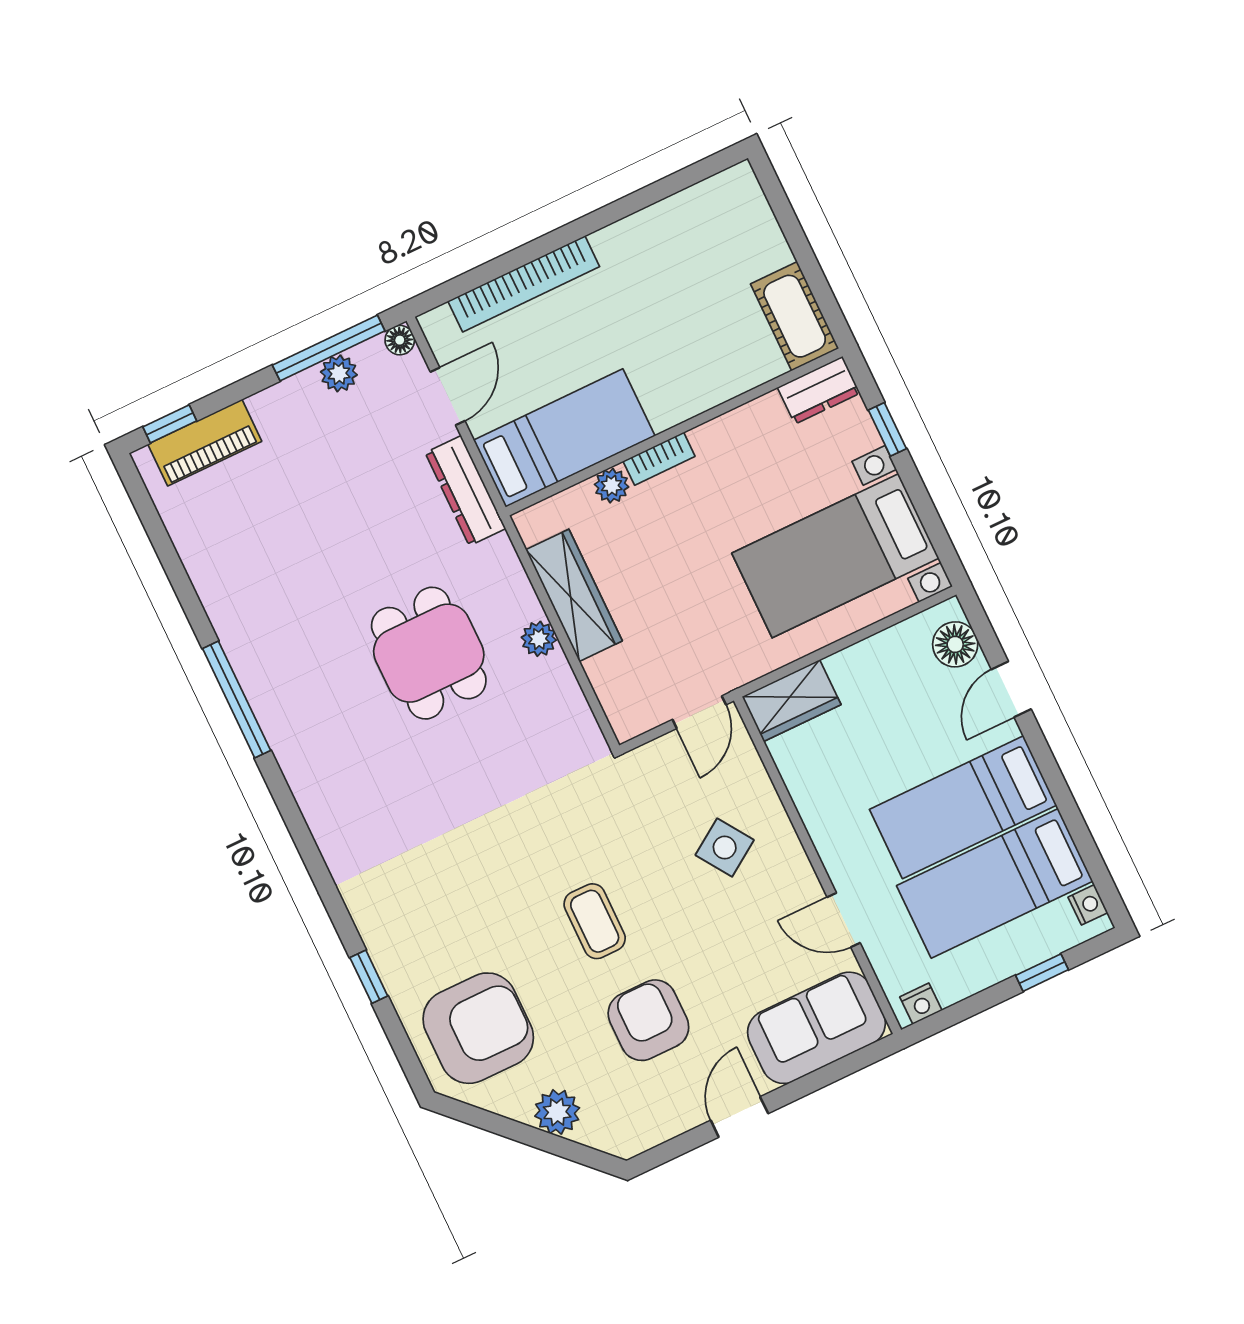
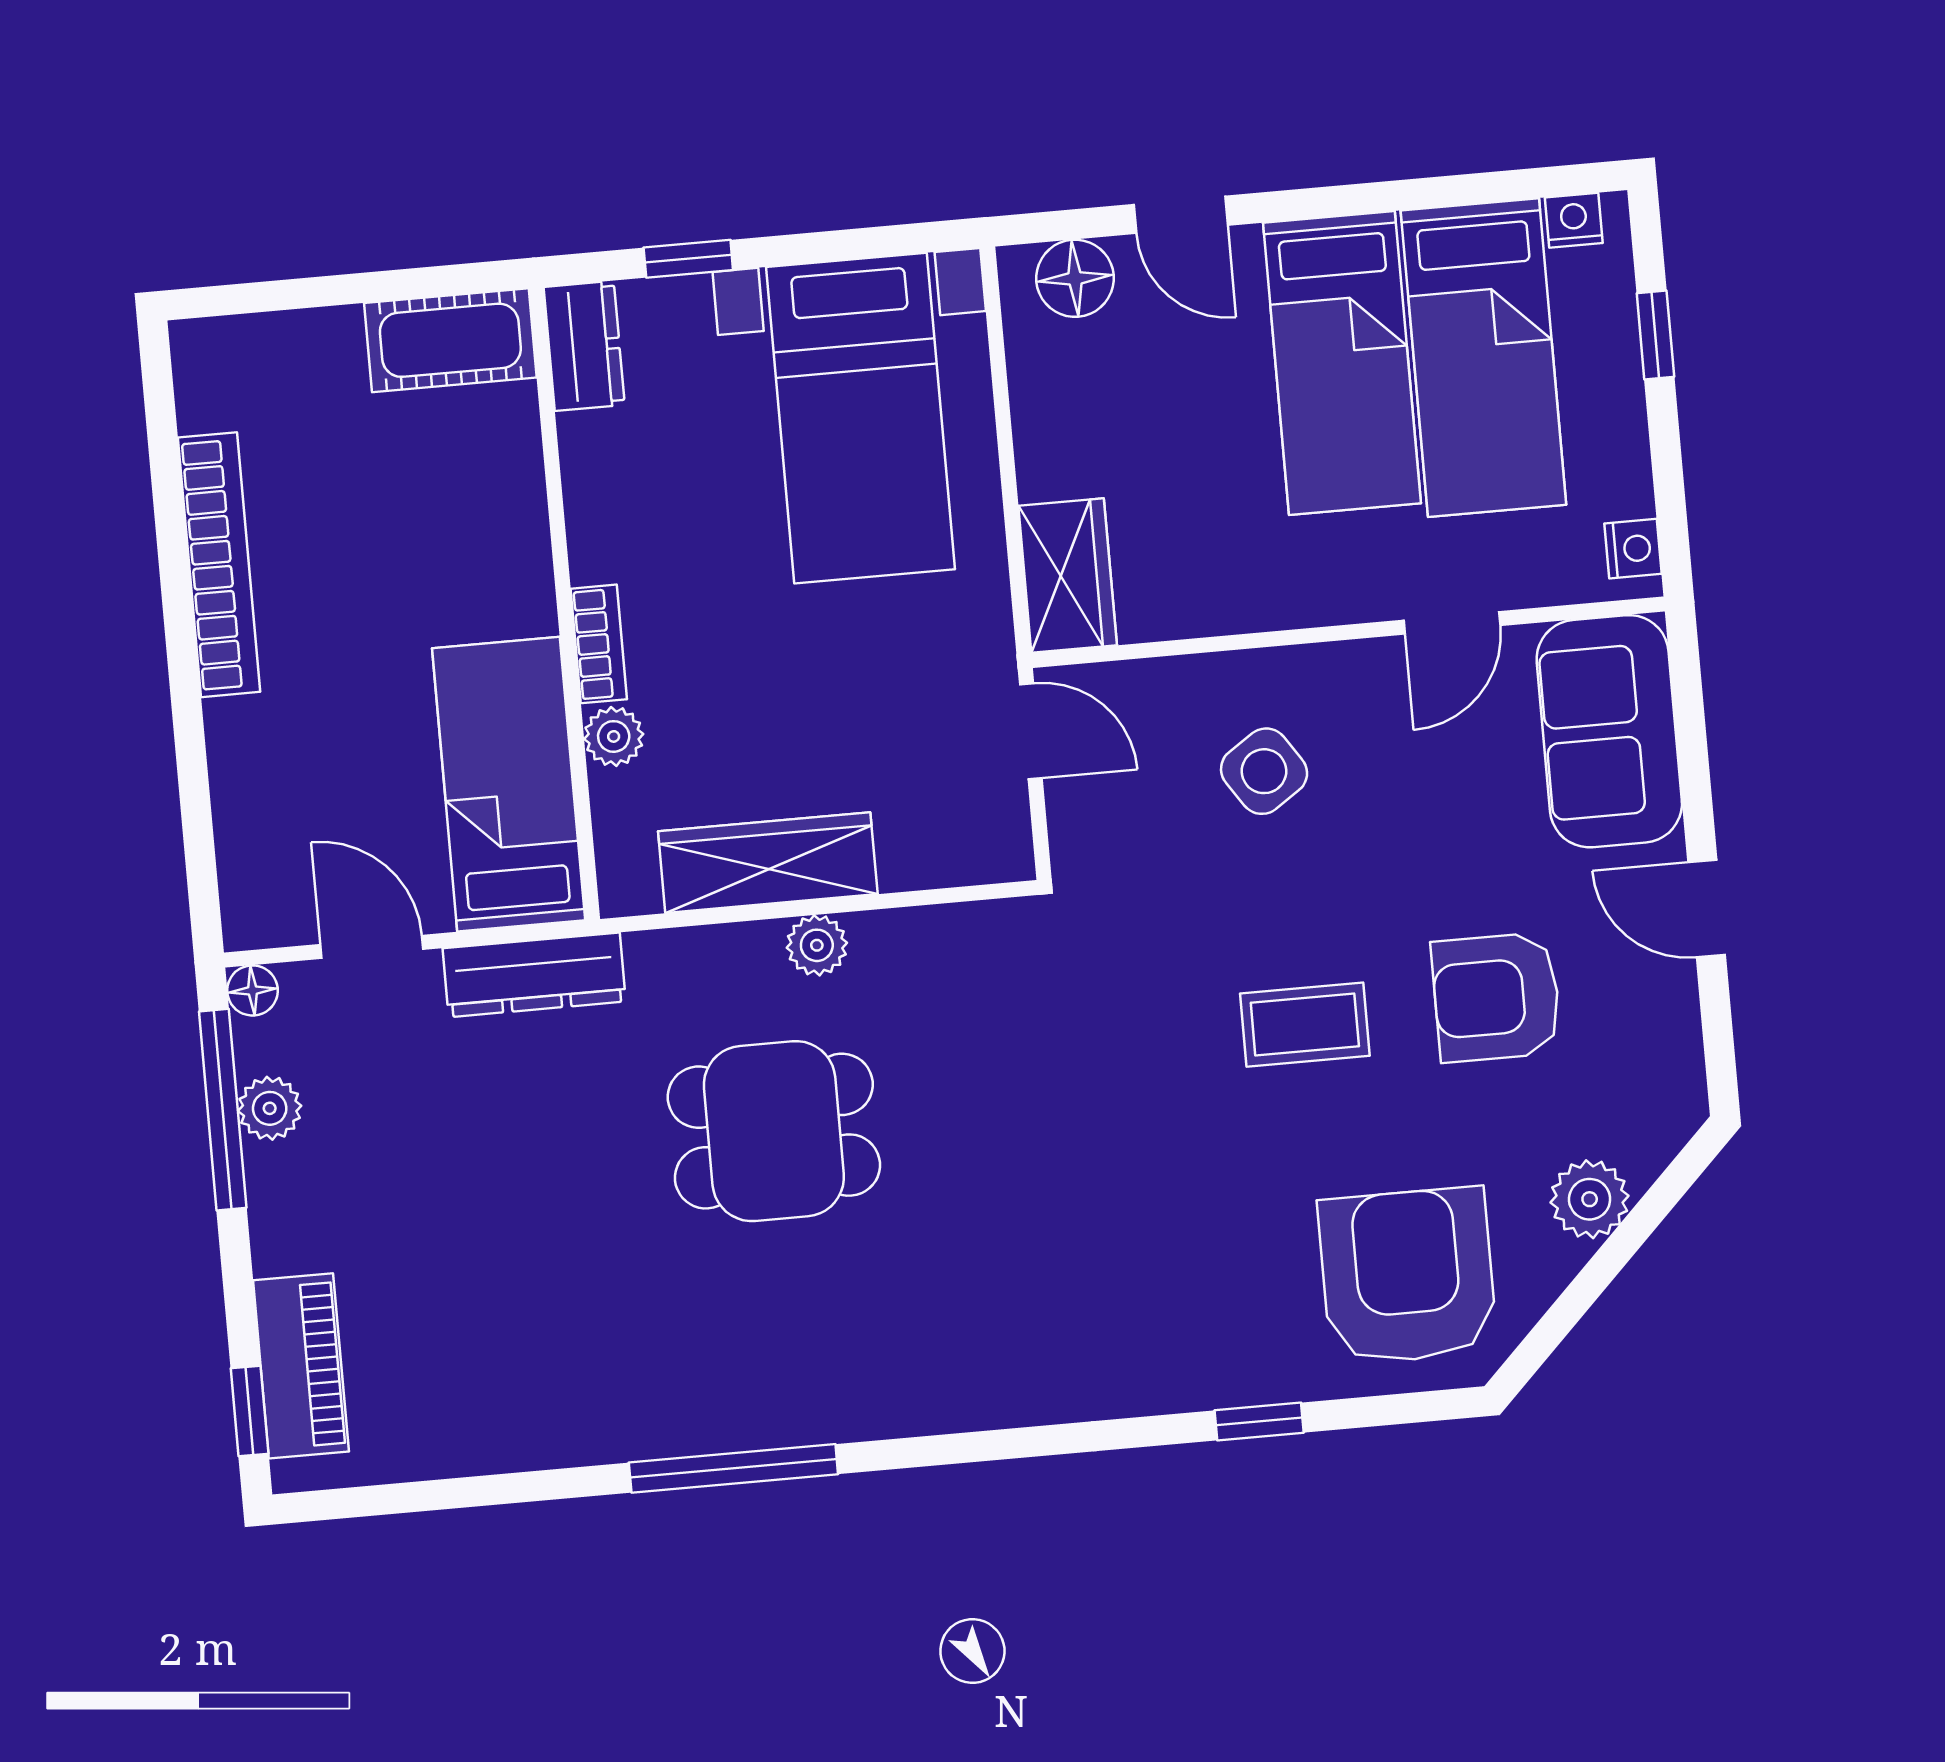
bookcase: (524, 284) -> (219, 565), moved

